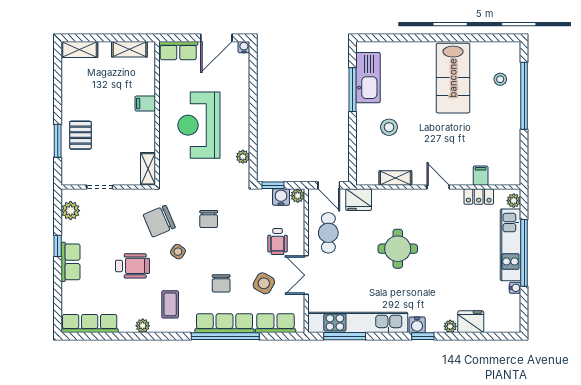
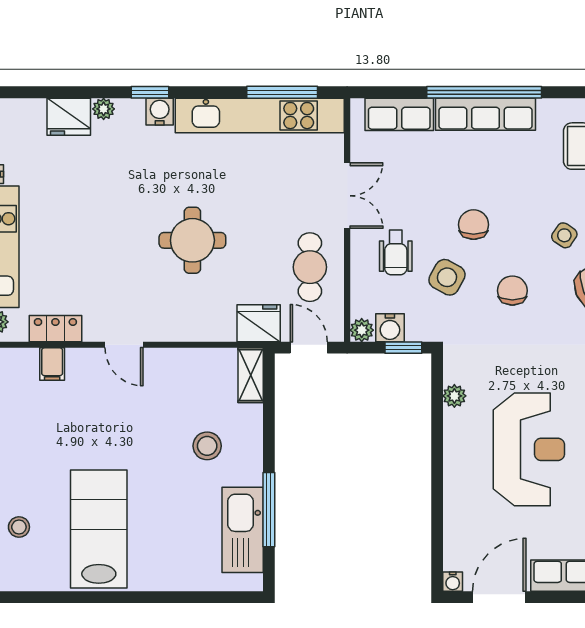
shelving: (395, 178) -> (251, 375), moved, turned 90
wheelchair: (278, 241) -> (396, 253), turned 180
chair: (221, 283) -> (474, 225), moved
side table: (264, 283) -> (447, 277), moved

